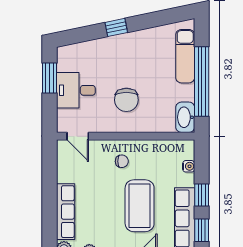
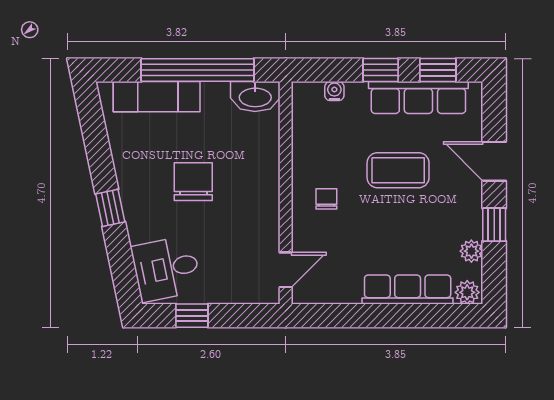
window: (49, 78) -> (192, 316), width x0.67
desk: (76, 90) -> (166, 269), moved, turned 78
chair: (126, 100) -> (193, 182), moved, turned -90
coffee table: (140, 206) -> (398, 170), width x0.73, depth x0.76

